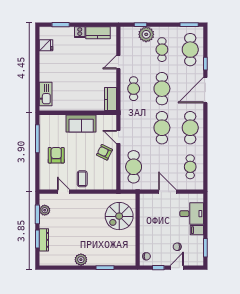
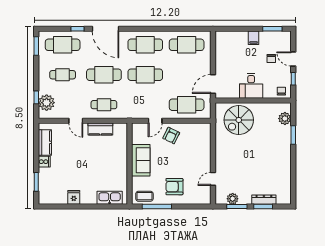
plant: (146, 34) -> (47, 103), moved
fridge: (46, 45) -> (74, 197), moved
kitchen counter: (111, 99) -> (100, 129), moved
cafe table: (190, 167) -> (187, 45), width x1.37, depth x1.35
coffee table: (82, 179) -> (144, 196), moved
door: (167, 192) -> (213, 84), moved
desk: (192, 214) -> (251, 86), moved, turned 180
spiral stairs: (119, 216) -> (239, 120), turned 90
plant: (81, 260) -> (285, 119), moved

